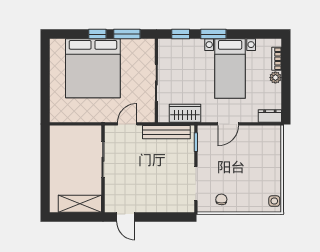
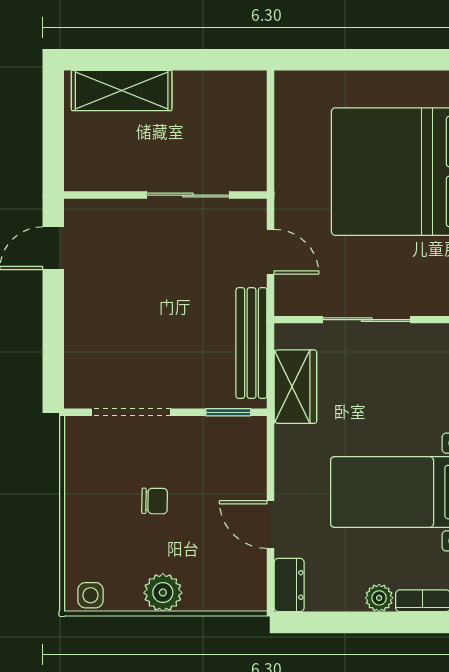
door: (228, 124) -> (271, 524), moved
plant: (273, 170) -> (163, 593), added
chair: (221, 199) -> (155, 501), moved
shelving: (80, 204) -> (122, 90), moved, turned 90

